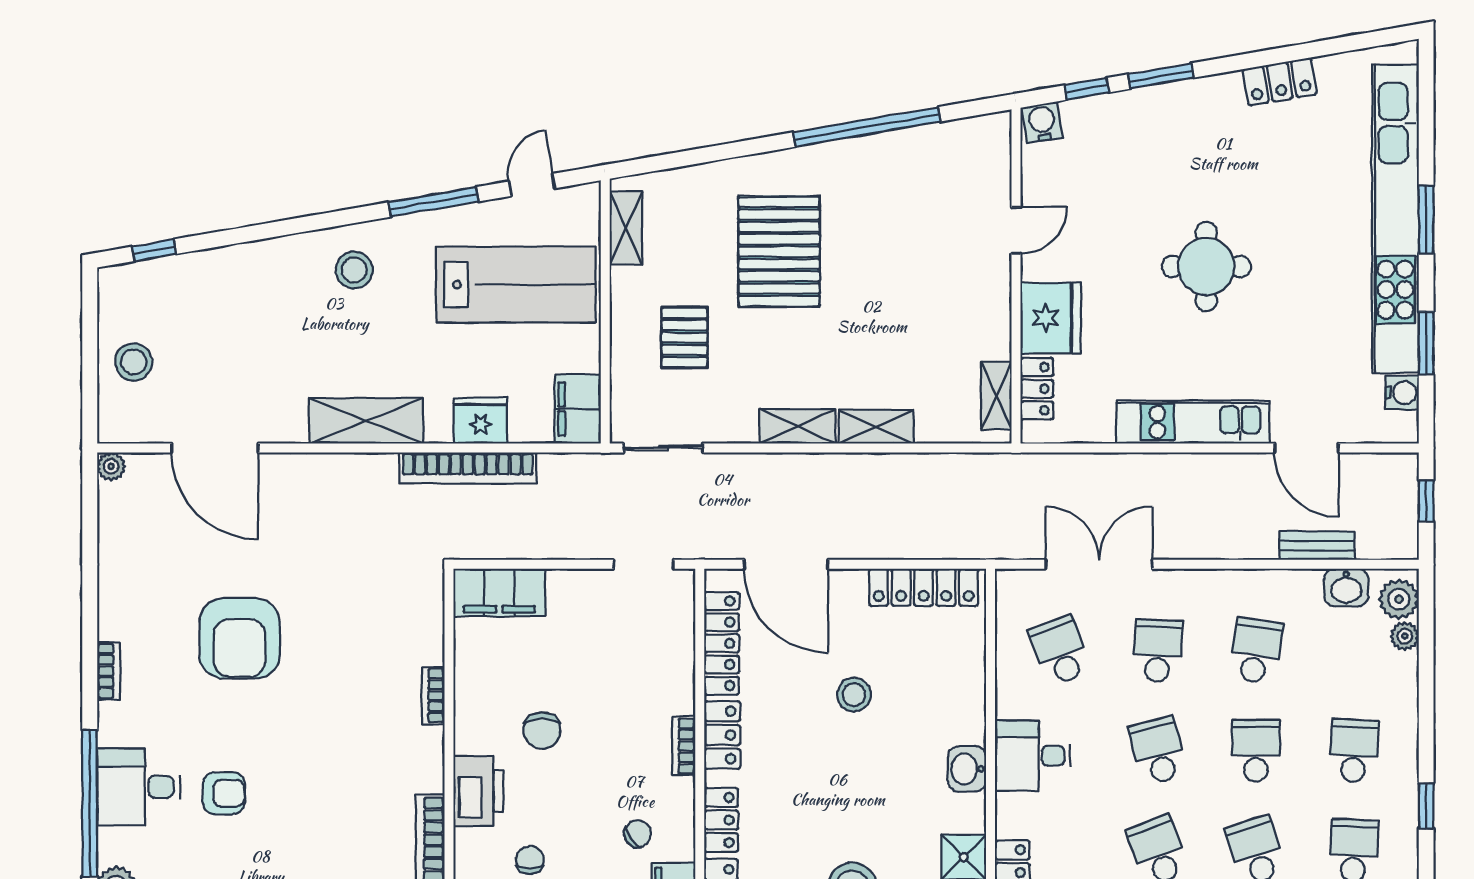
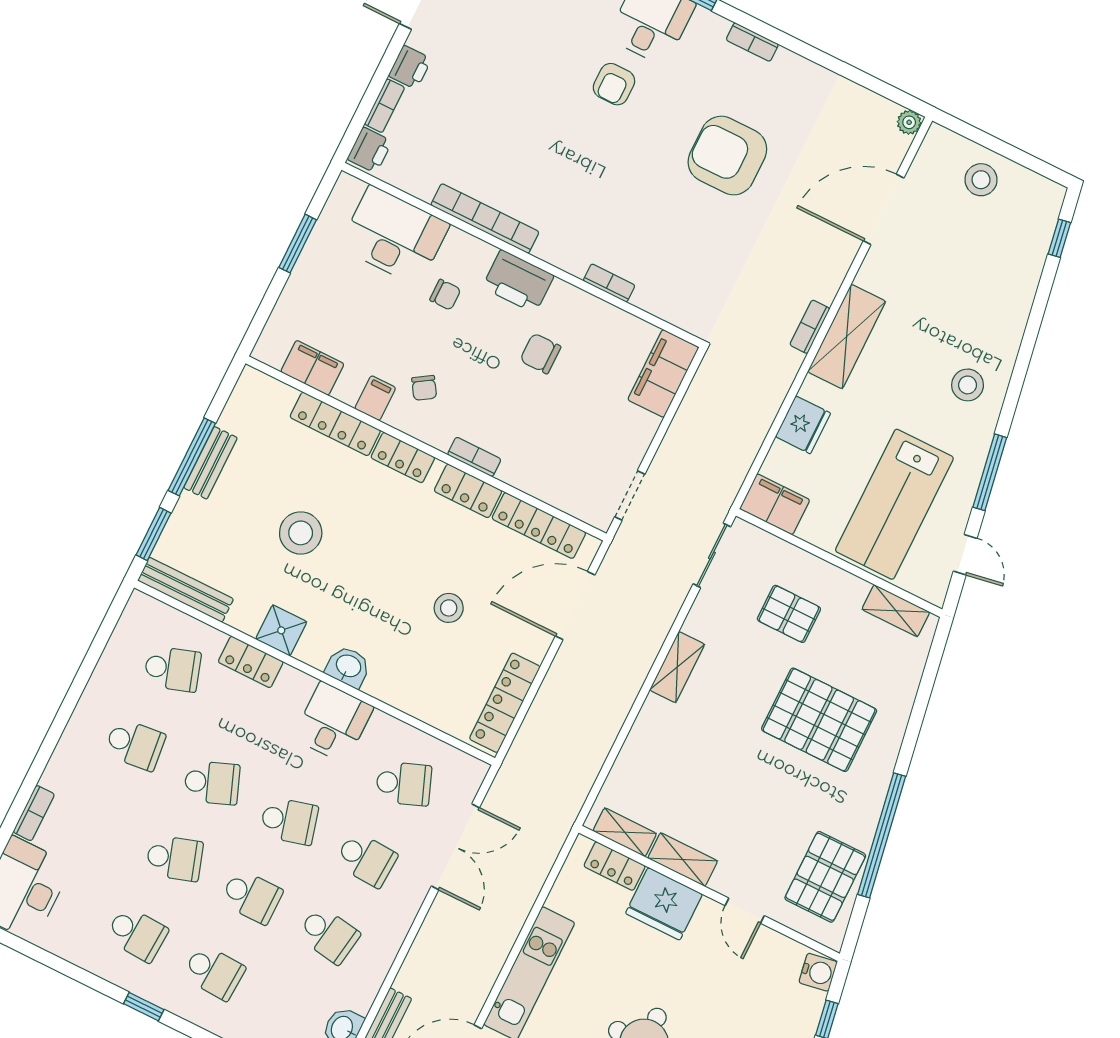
pallet: (939, 164) -> (825, 877), added
shelving: (876, 427) -> (683, 860), moved, turned 90
bookcase: (468, 468) -> (810, 327), moved, width x0.43, depth x0.76

